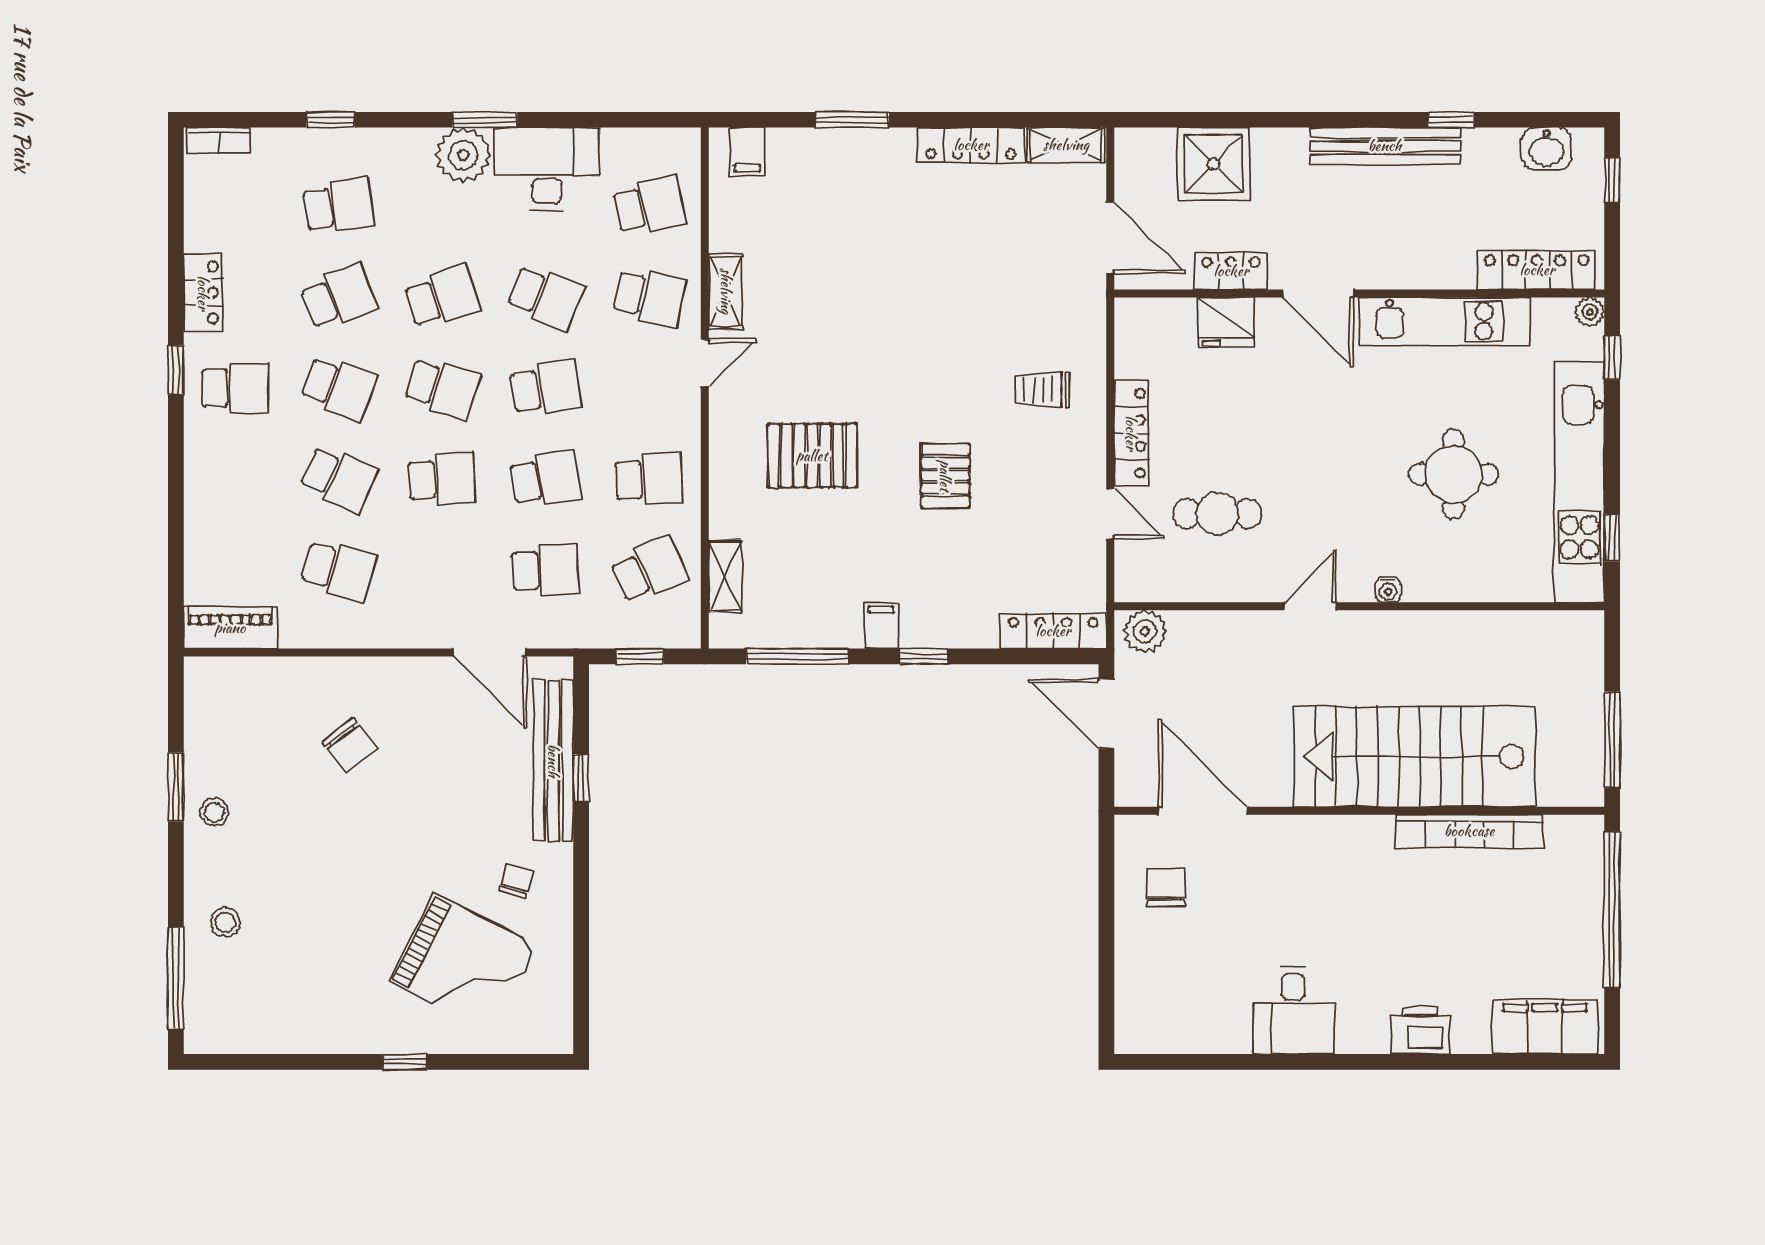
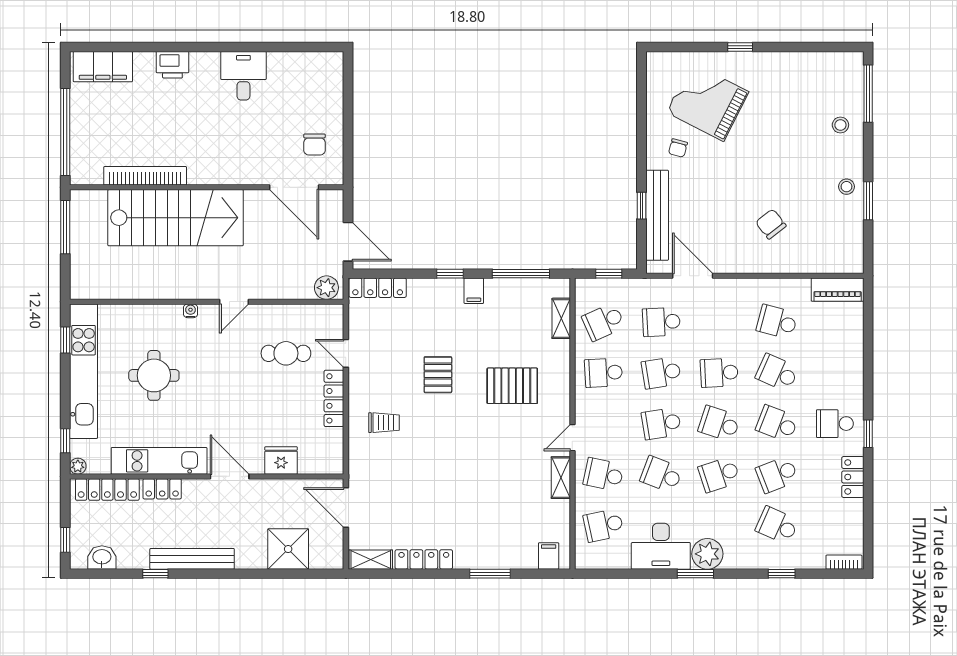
school desk: (339, 206) -> (777, 525), turned 33
locker: (1231, 271) -> (162, 489), moved

